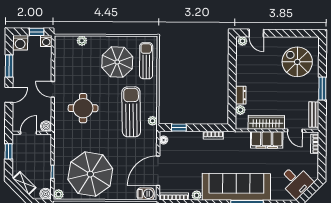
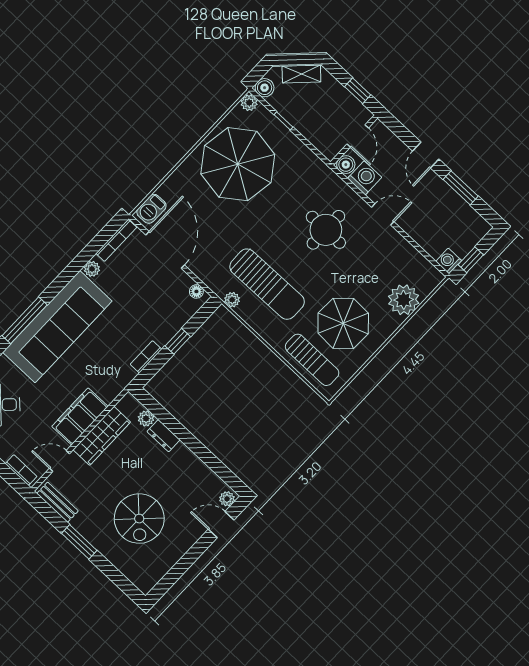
plant: (82, 41) -> (404, 300), width x1.88, depth x1.88
washing machine: (20, 43) -> (365, 178), moved, turned 90
spiral stairs: (297, 62) -> (139, 519), moved, turned 90
window: (179, 128) -> (178, 341), moved

